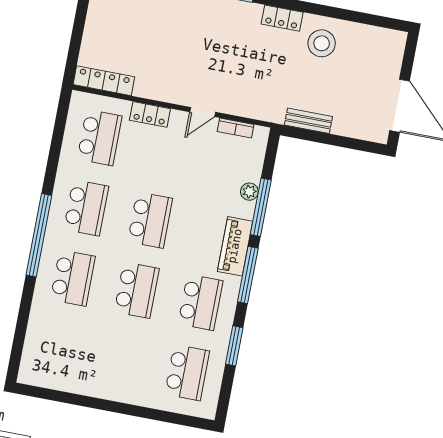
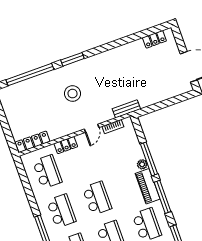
locker: (282, 18) -> (154, 39), moved
stool: (322, 43) -> (73, 94), moved
bench: (308, 121) -> (126, 109), moved
plant: (249, 192) -> (142, 164), moved

